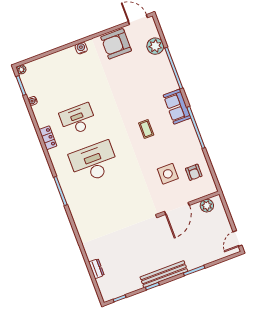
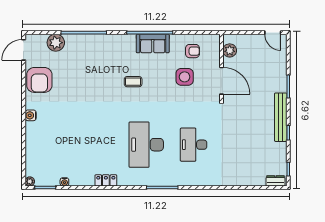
sofa: (177, 107) -> (153, 43), moved
desk: (78, 119) -> (194, 145), moved
dresser: (96, 269) -> (275, 181), moved

